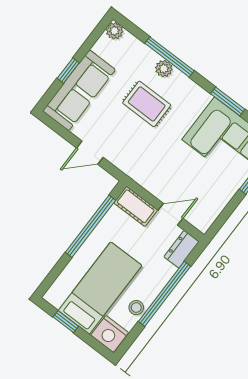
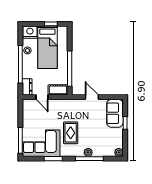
sofa: (79, 90) -> (115, 113), width x0.73
rug: (147, 104) -> (71, 133), moved, turned 90
door: (90, 153) -> (92, 97), hinge flipped
door: (171, 214) -> (42, 97), hinge flipped

